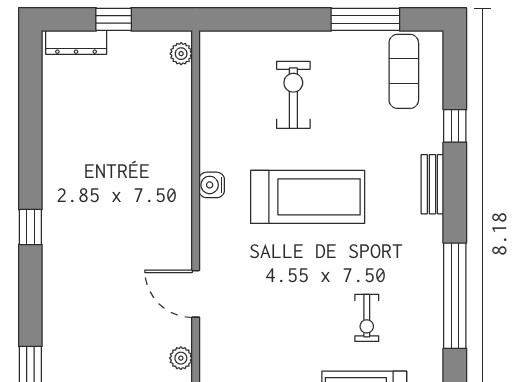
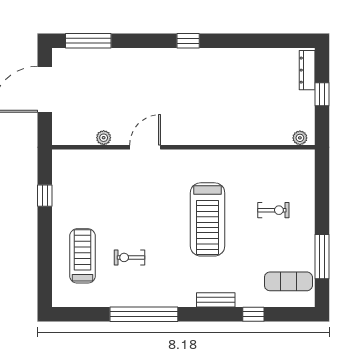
exercise bike: (293, 95) -> (273, 210), width x0.73, depth x0.72
water cooler: (212, 185) -> (215, 158), removed

